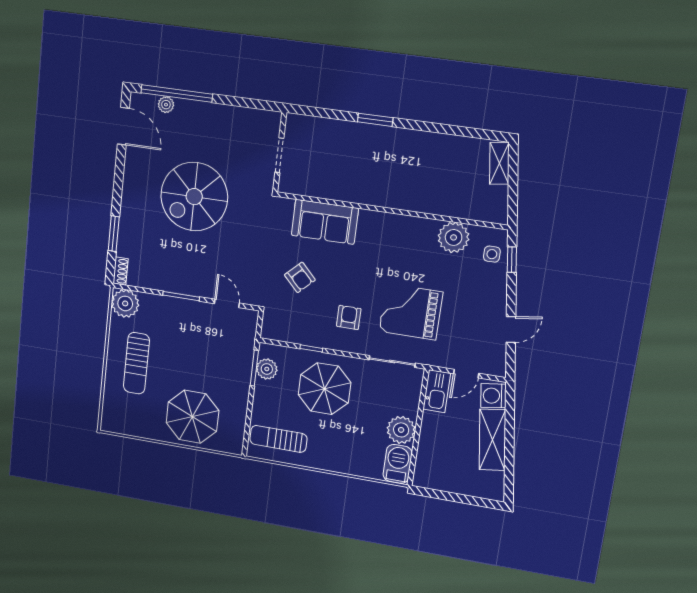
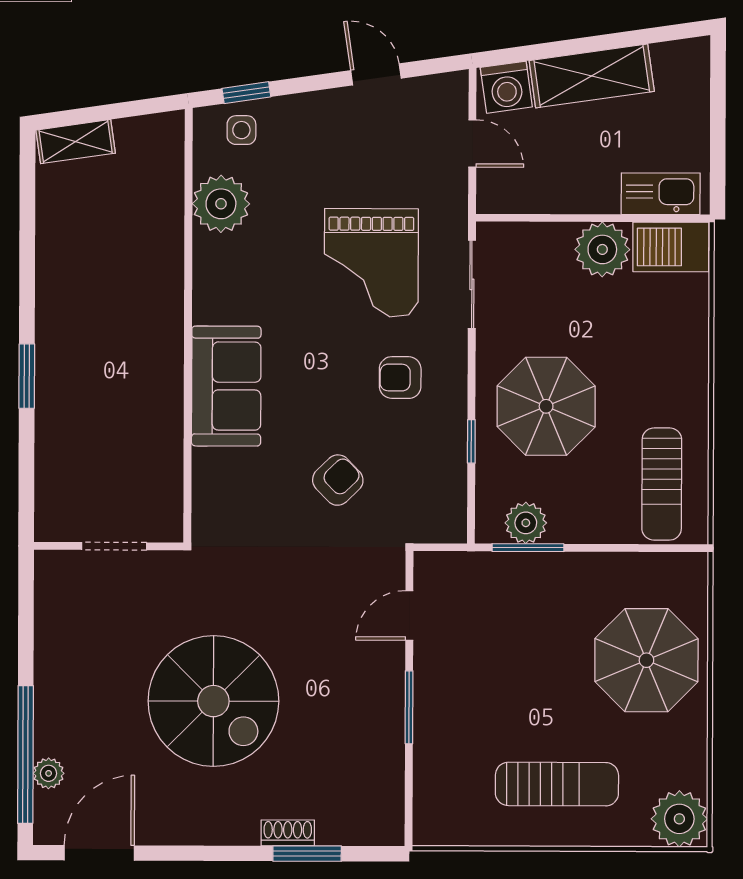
sofa: (325, 222) -> (226, 386), moved
shoe rack: (121, 271) -> (288, 833), moved
plant: (125, 303) -> (679, 819), moved
kitchen sink: (437, 391) -> (661, 194), moved

